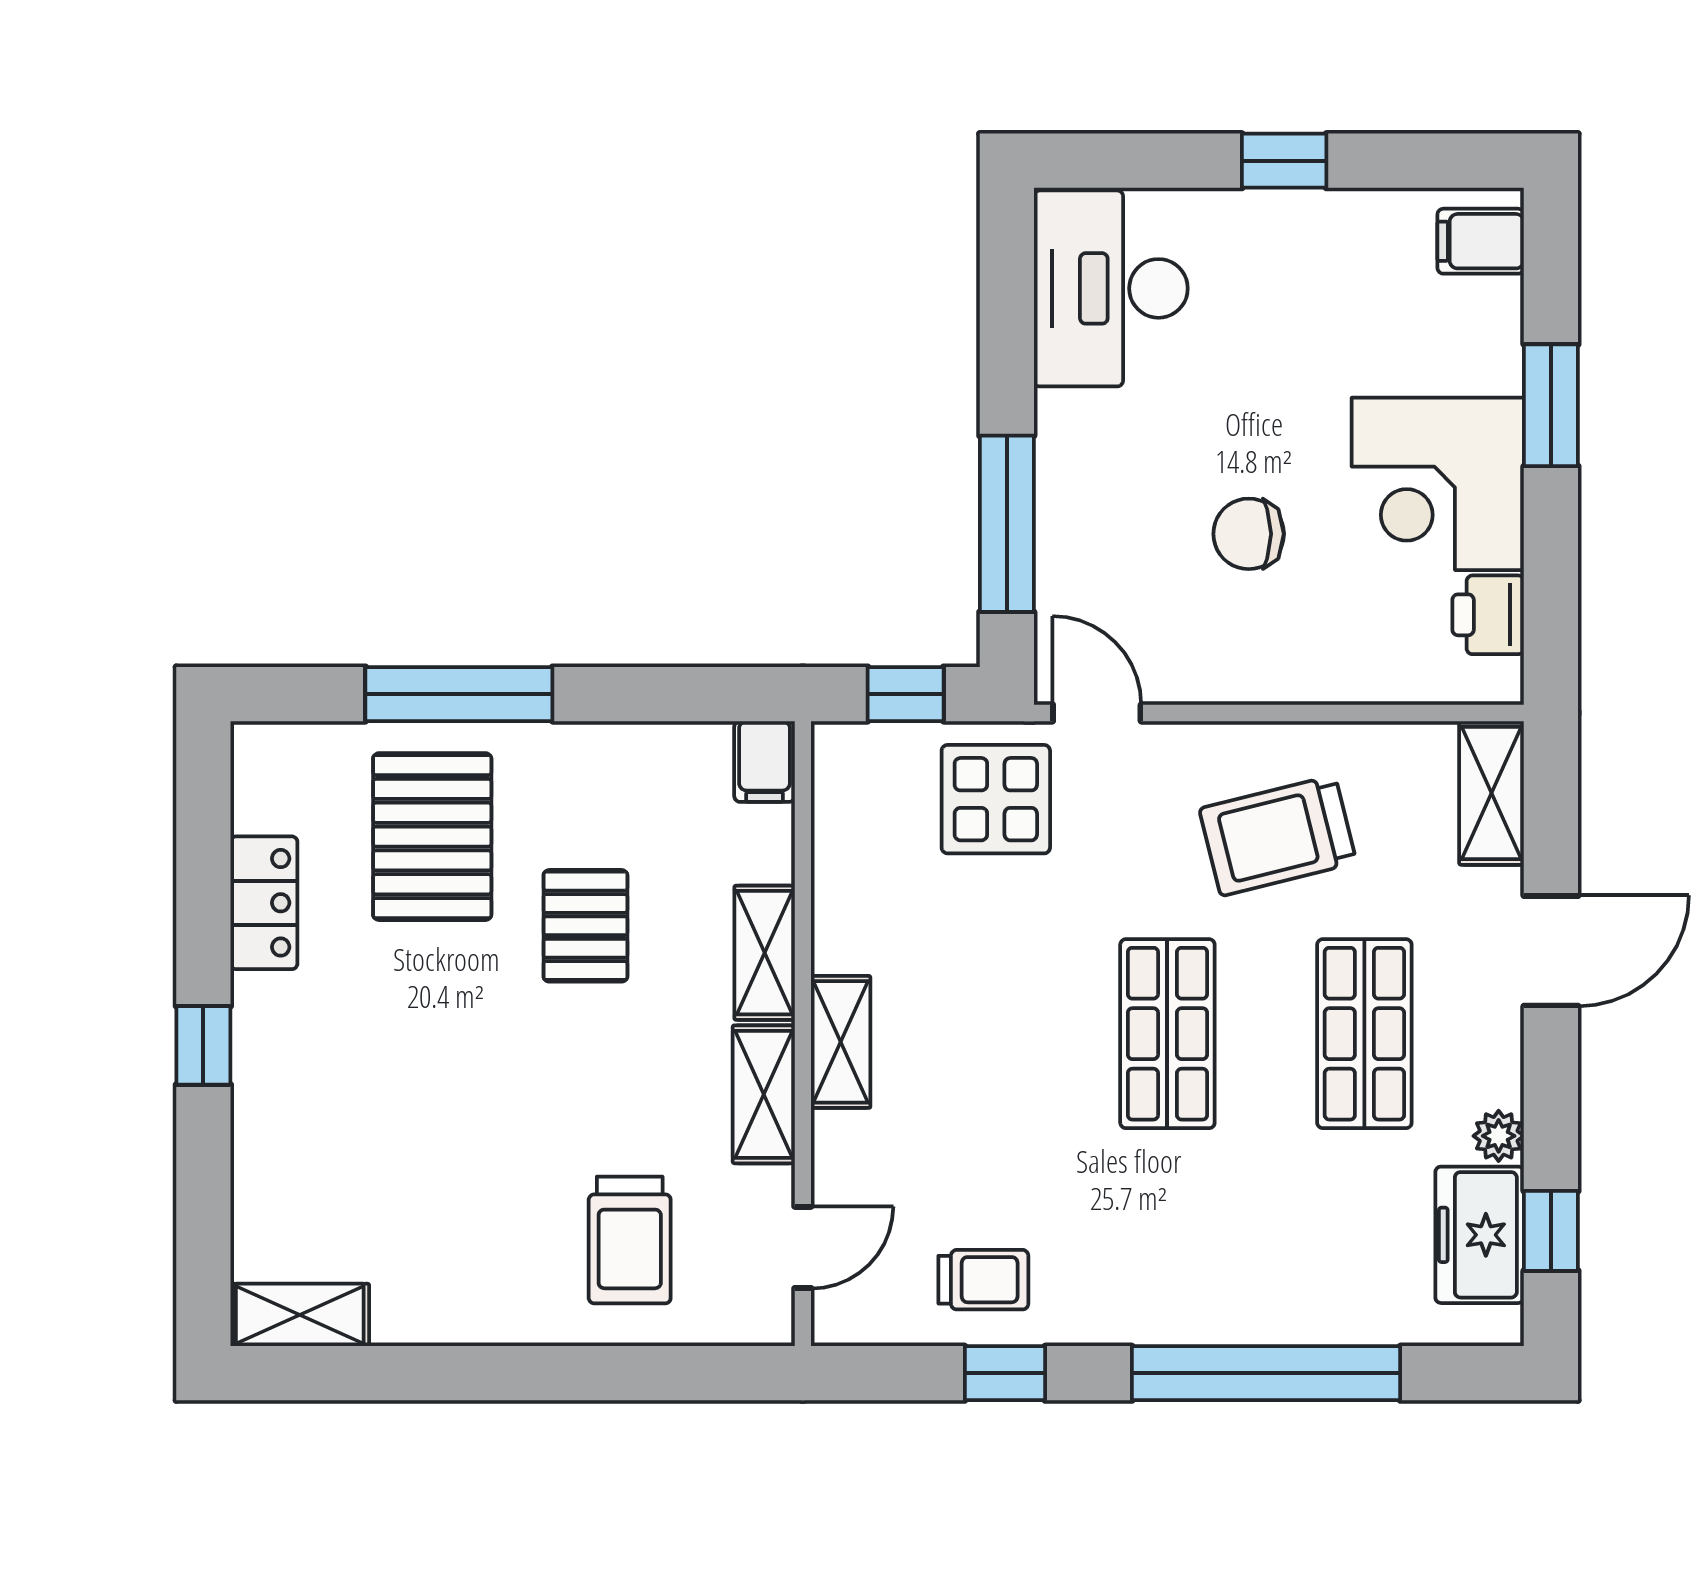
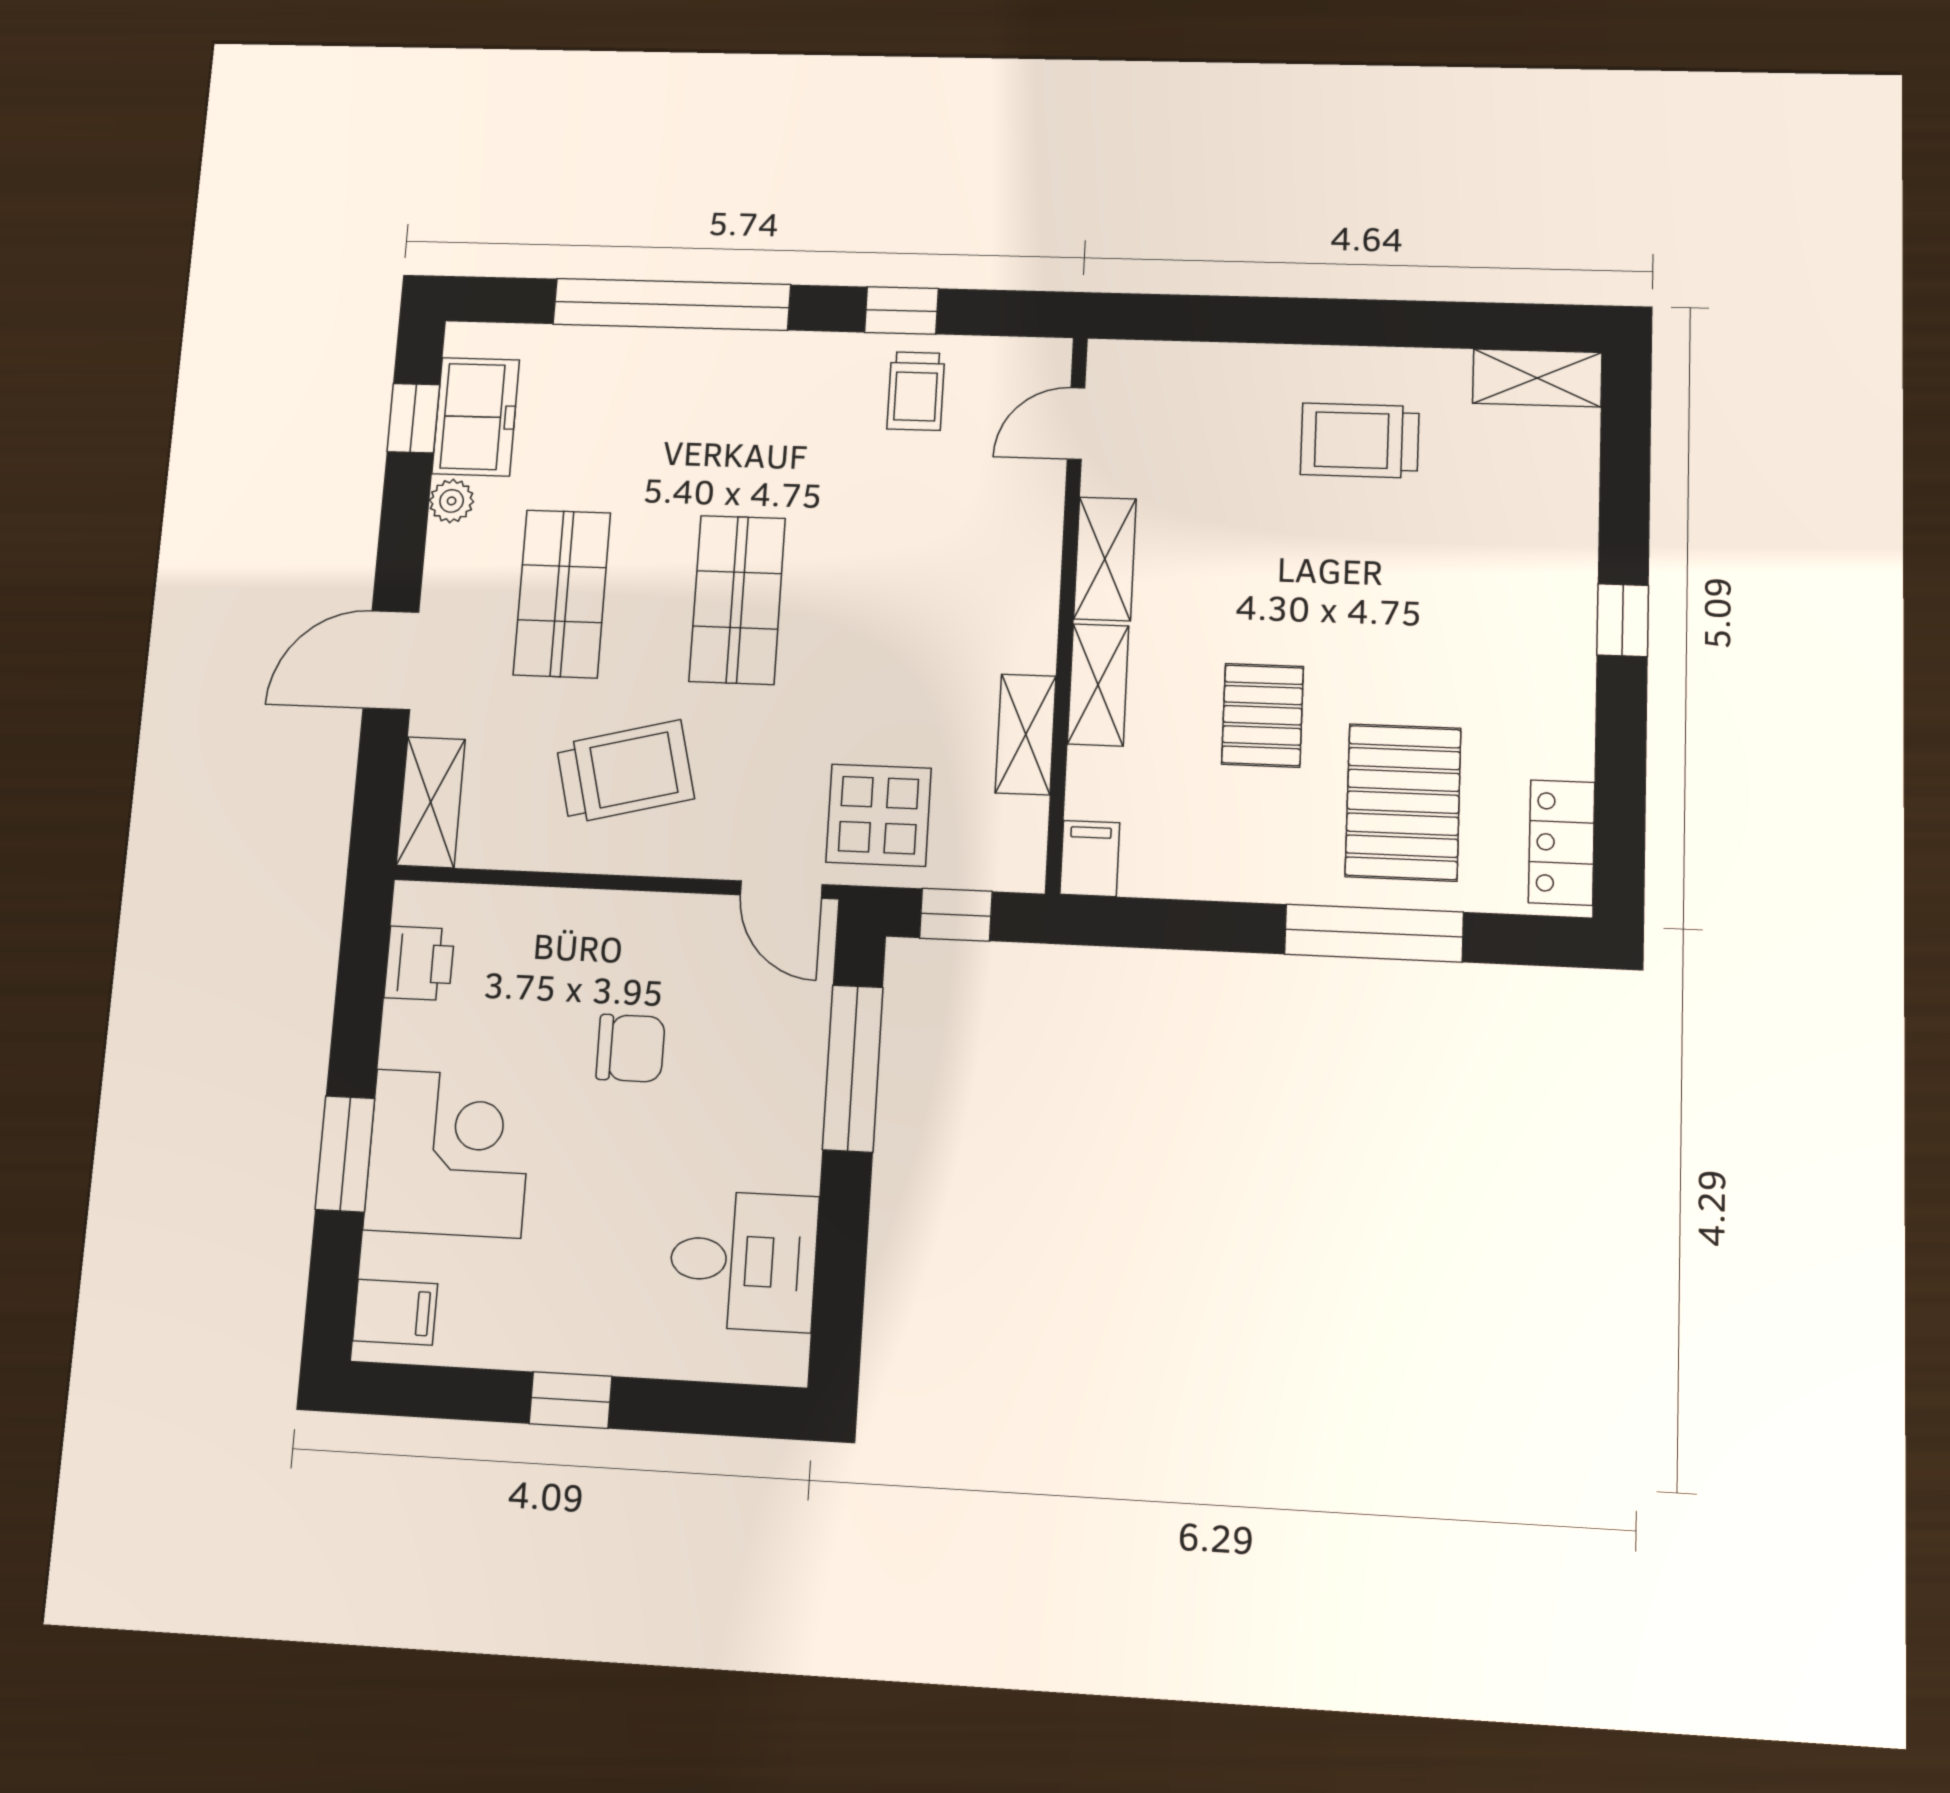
desk: (1111, 288) -> (743, 1261), width x0.73
corner desk: (1438, 484) -> (449, 1153), moved
locker: (264, 903) -> (1562, 842), moved
shelving: (841, 1042) -> (1026, 734), moved
trolley: (630, 1240) -> (1360, 440), moved, turned -90
trolley: (983, 1280) -> (916, 391), turned -90

